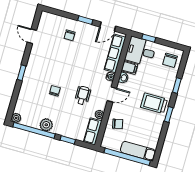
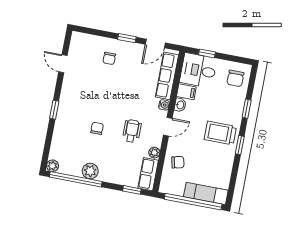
window: (68, 140) -> (132, 190), moved

